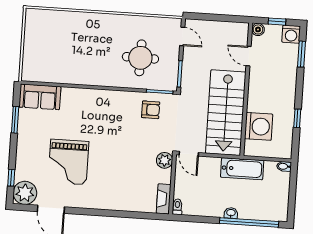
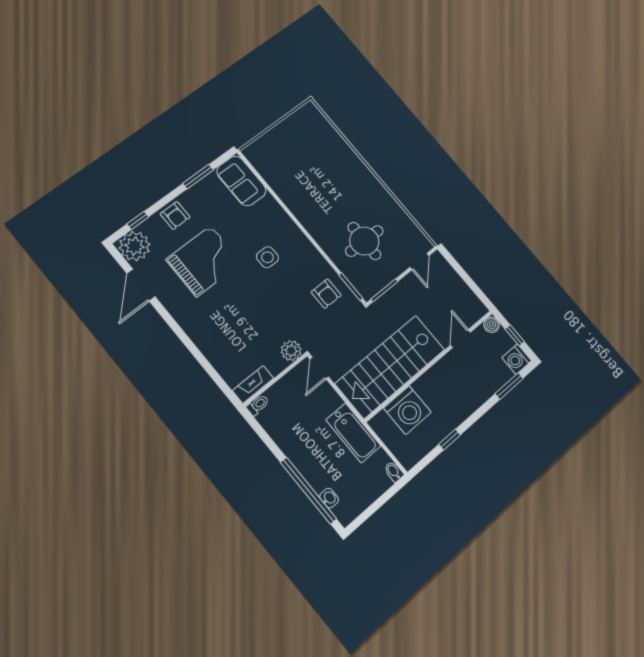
side table: (99, 124) -> (267, 257), added
armchair: (27, 154) -> (175, 215), added
grand piano: (68, 162) -> (204, 261), turned 180
washbasin: (231, 213) -> (329, 498), moved

